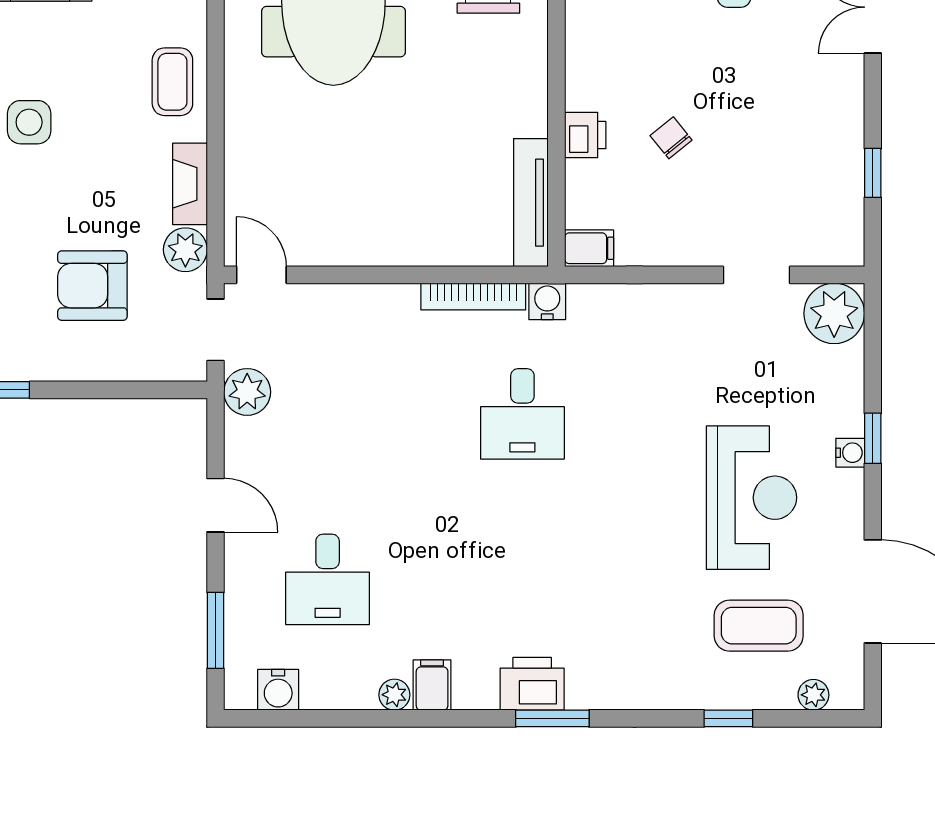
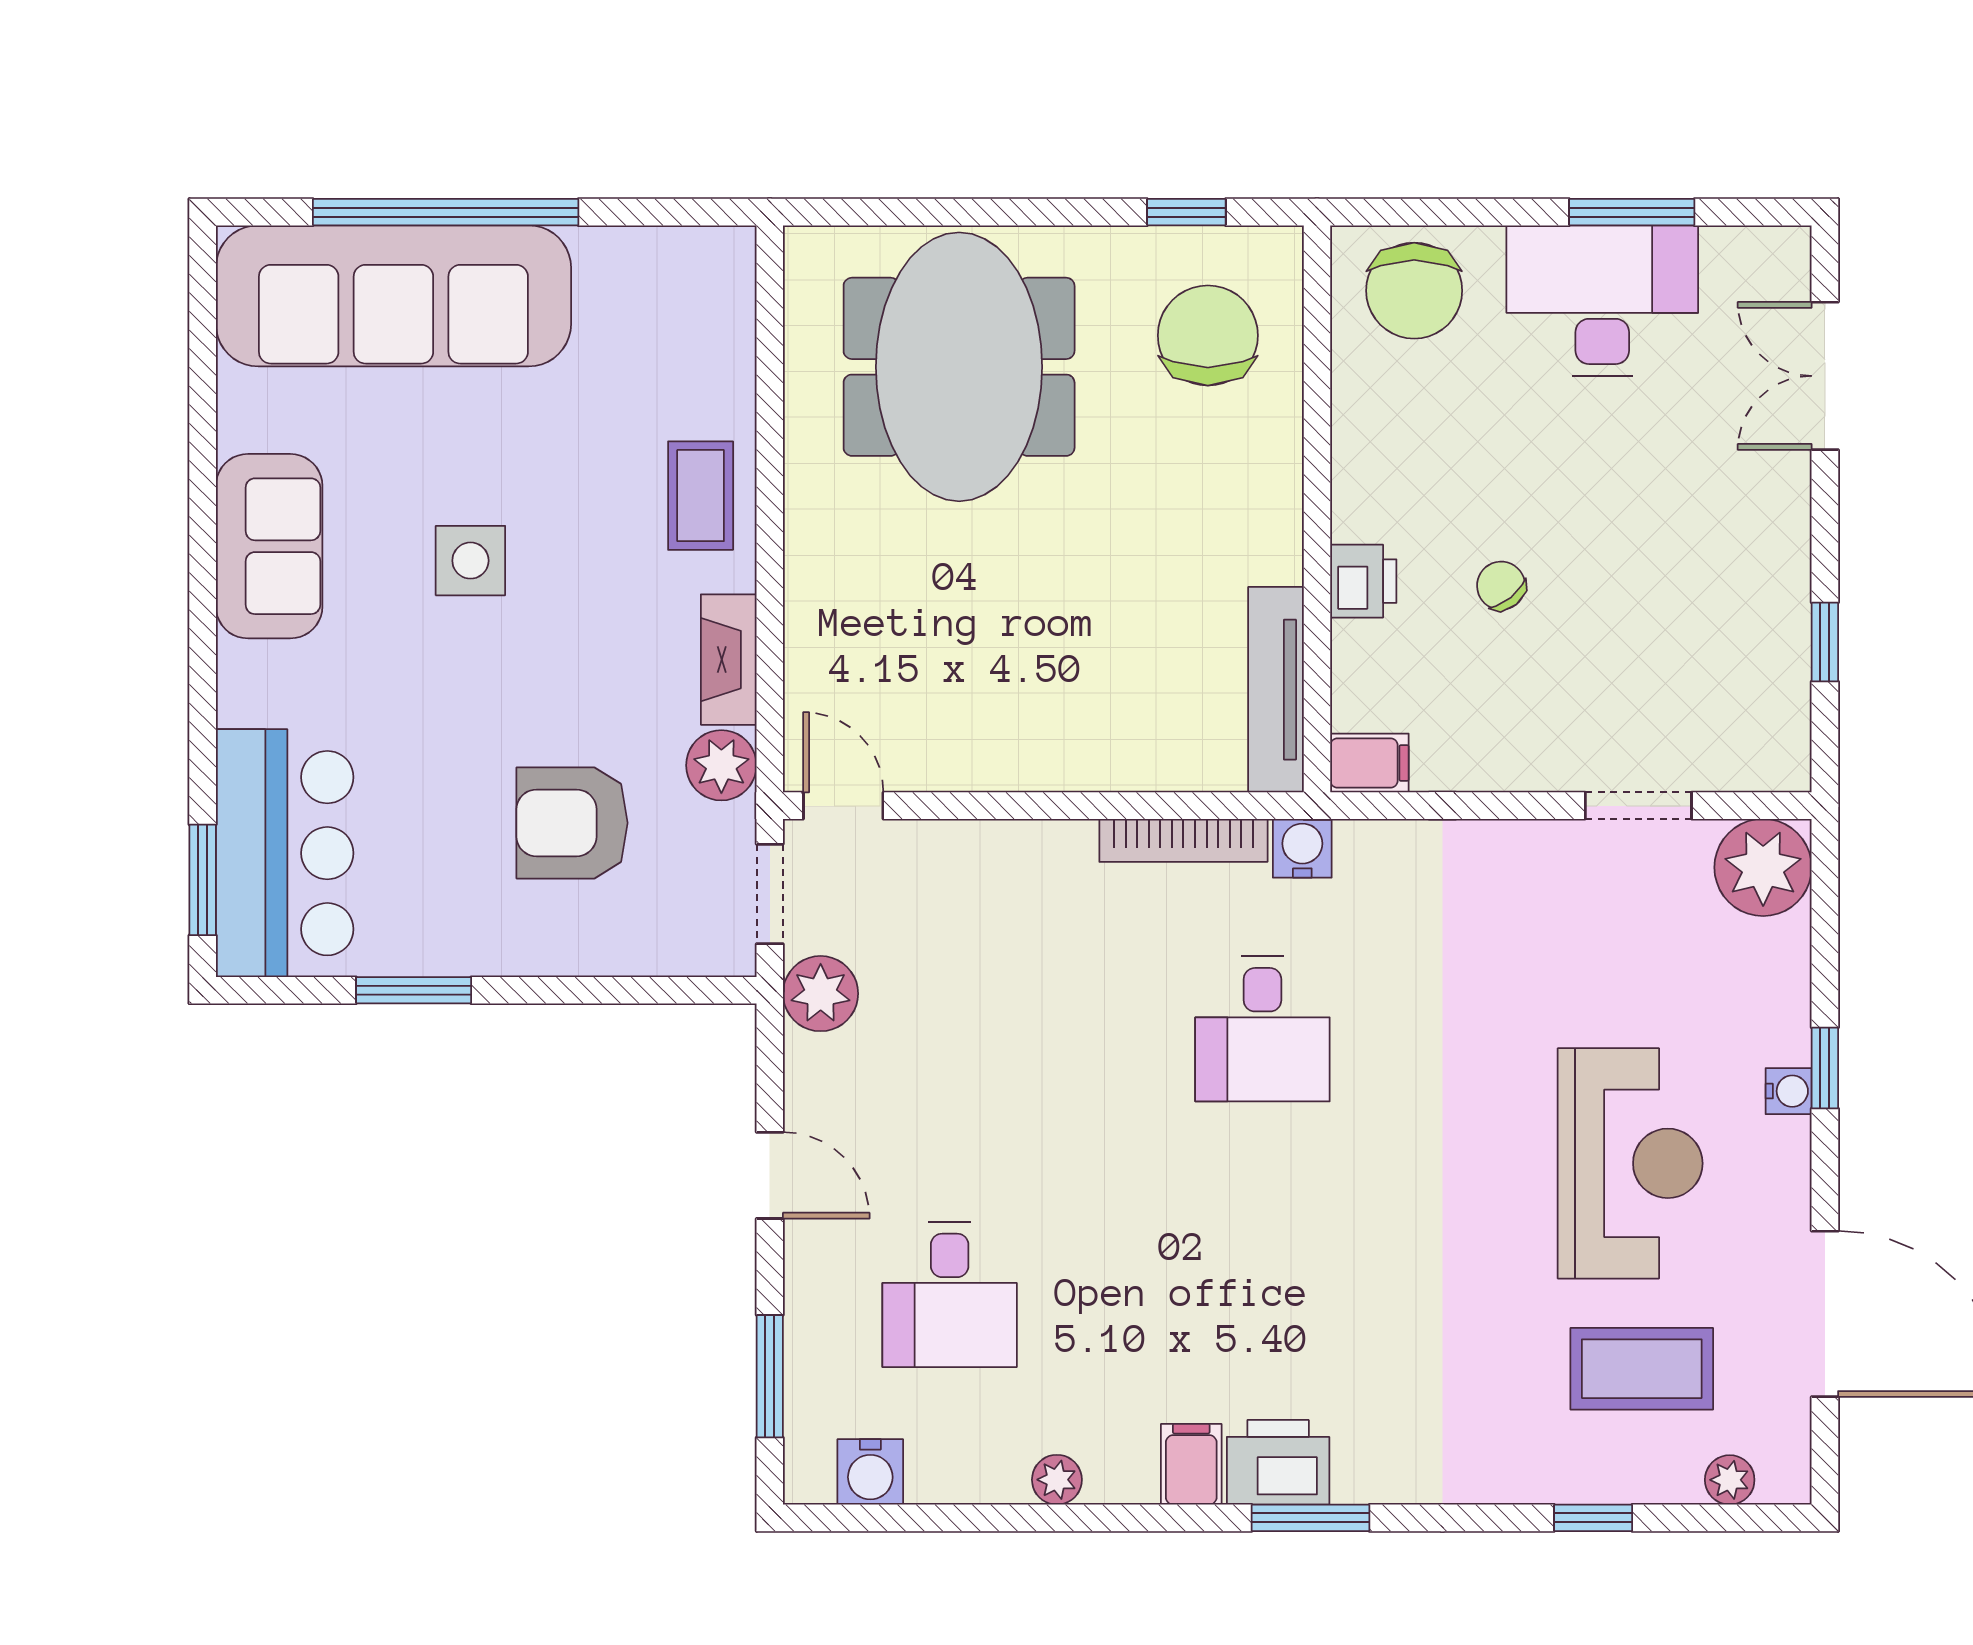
filing cabinet: (432, 685) -> (1191, 1464), moved

